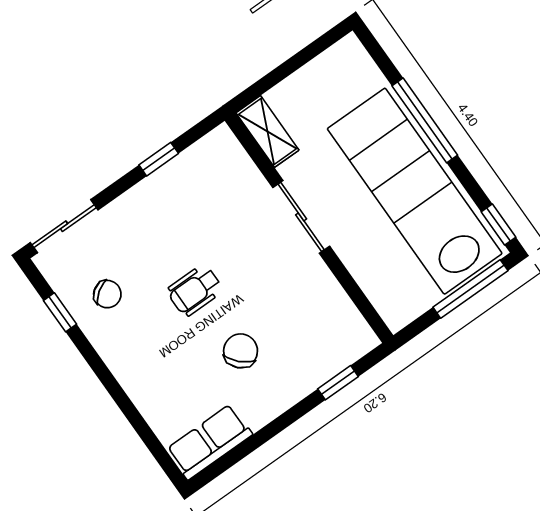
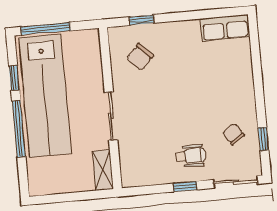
window: (159, 159) -> (185, 187), moved
window: (499, 225) -> (14, 78), moved
wheelchair: (195, 290) -> (191, 156), moved
chair: (241, 351) -> (140, 57), moved

